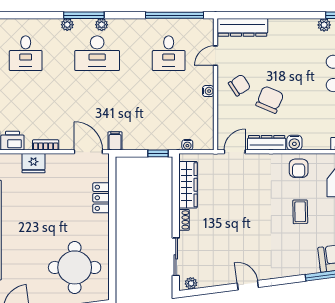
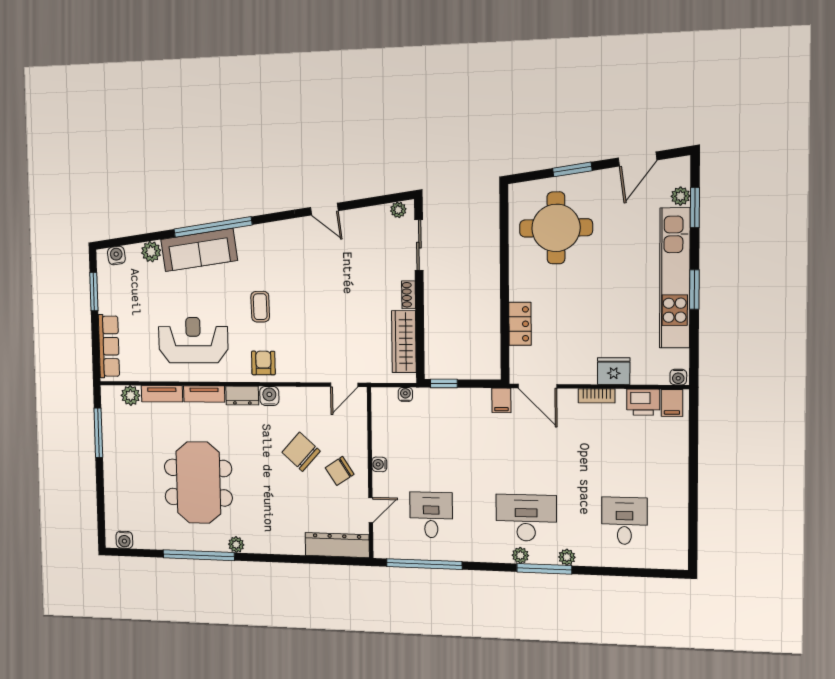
chair: (270, 100) -> (301, 452), turned 109
dresser: (267, 143) -> (242, 396), moved, width x0.70

